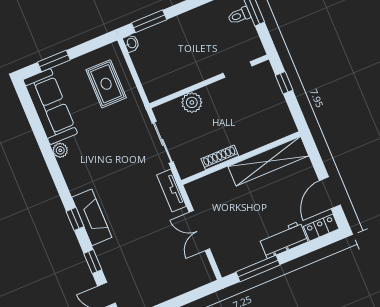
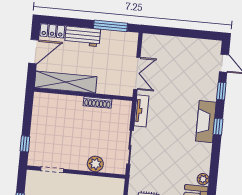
shoe rack: (220, 157) -> (98, 102), moved
wall: (241, 158) -> (83, 94), moved
shelving: (268, 161) -> (66, 82), moved

